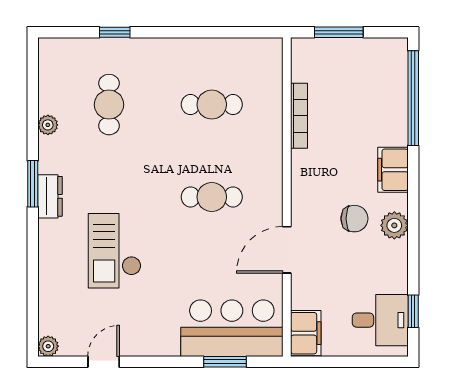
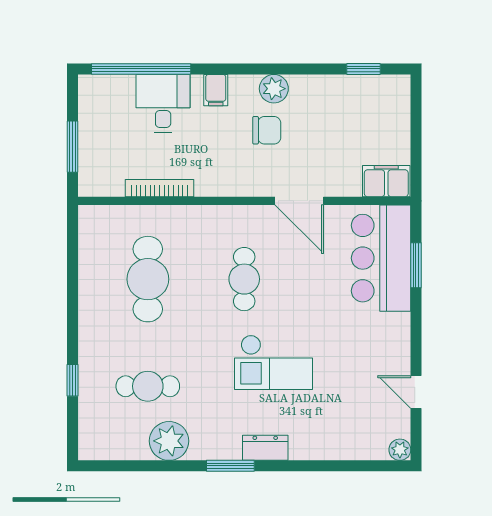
cafe table: (212, 105) -> (148, 279), width x1.37, depth x1.35
plant: (48, 125) -> (169, 441), width x1.87, depth x1.87
filing cabinet: (393, 170) -> (216, 90), width x0.50
dresser: (50, 196) -> (265, 448), moved
chair: (354, 219) -> (267, 130), turned 90
checkout: (115, 251) -> (274, 362), moved
desk: (380, 320) -> (163, 103), moved

